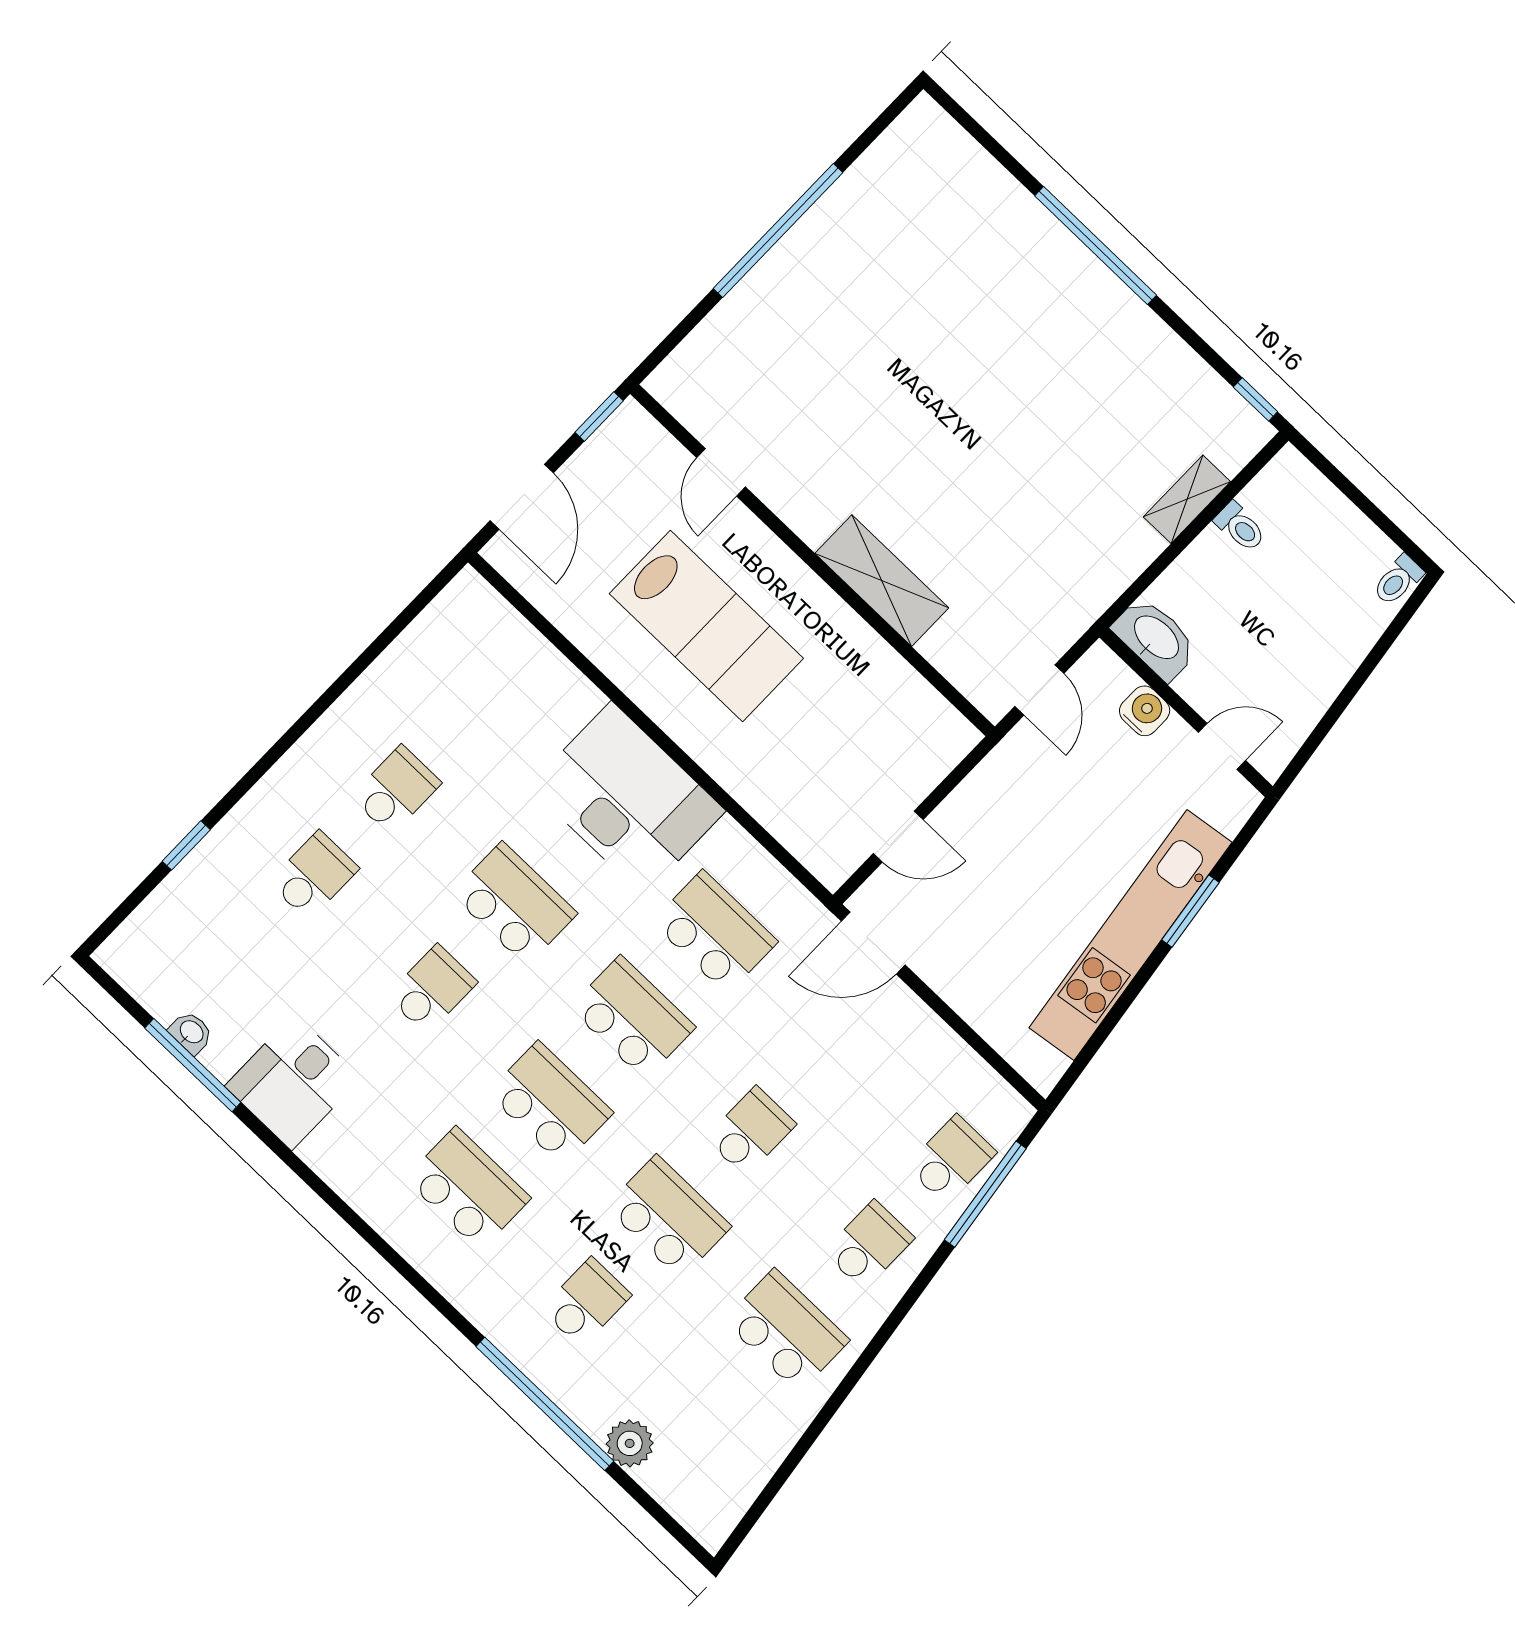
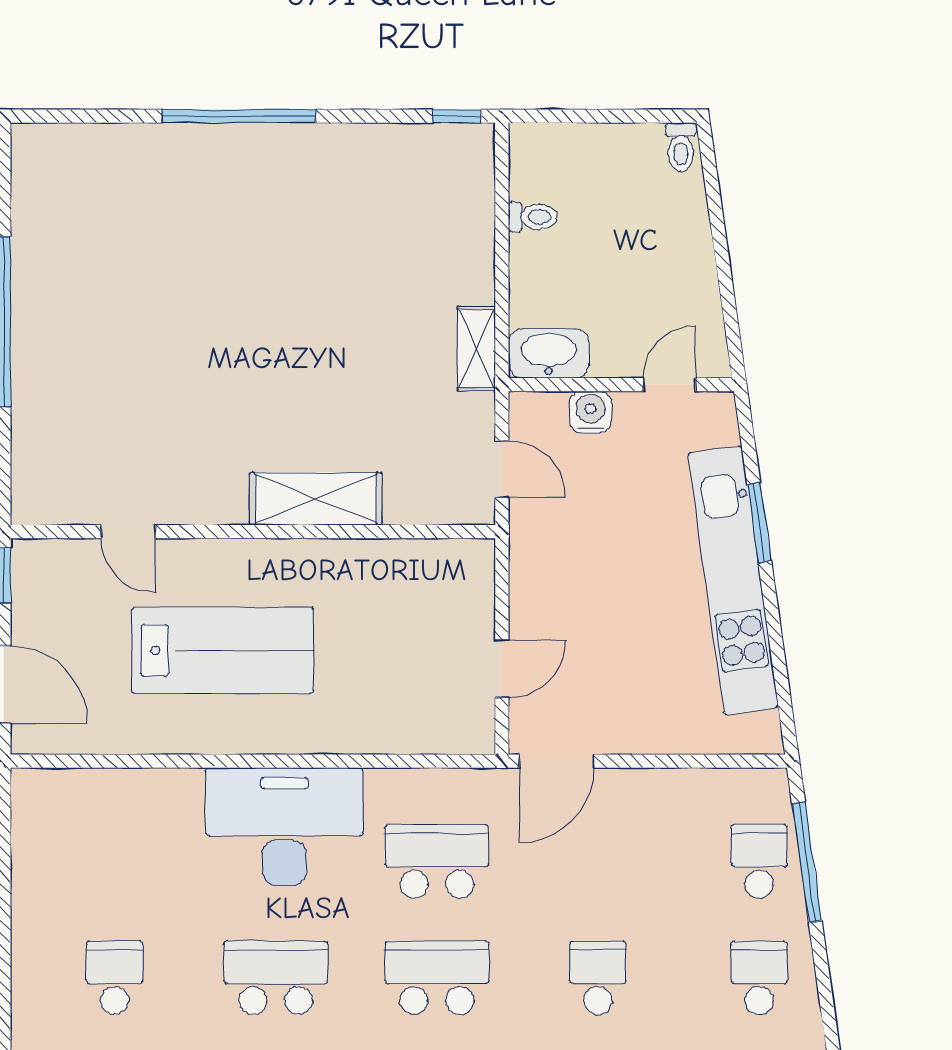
shelving: (1187, 499) -> (476, 349), moved

